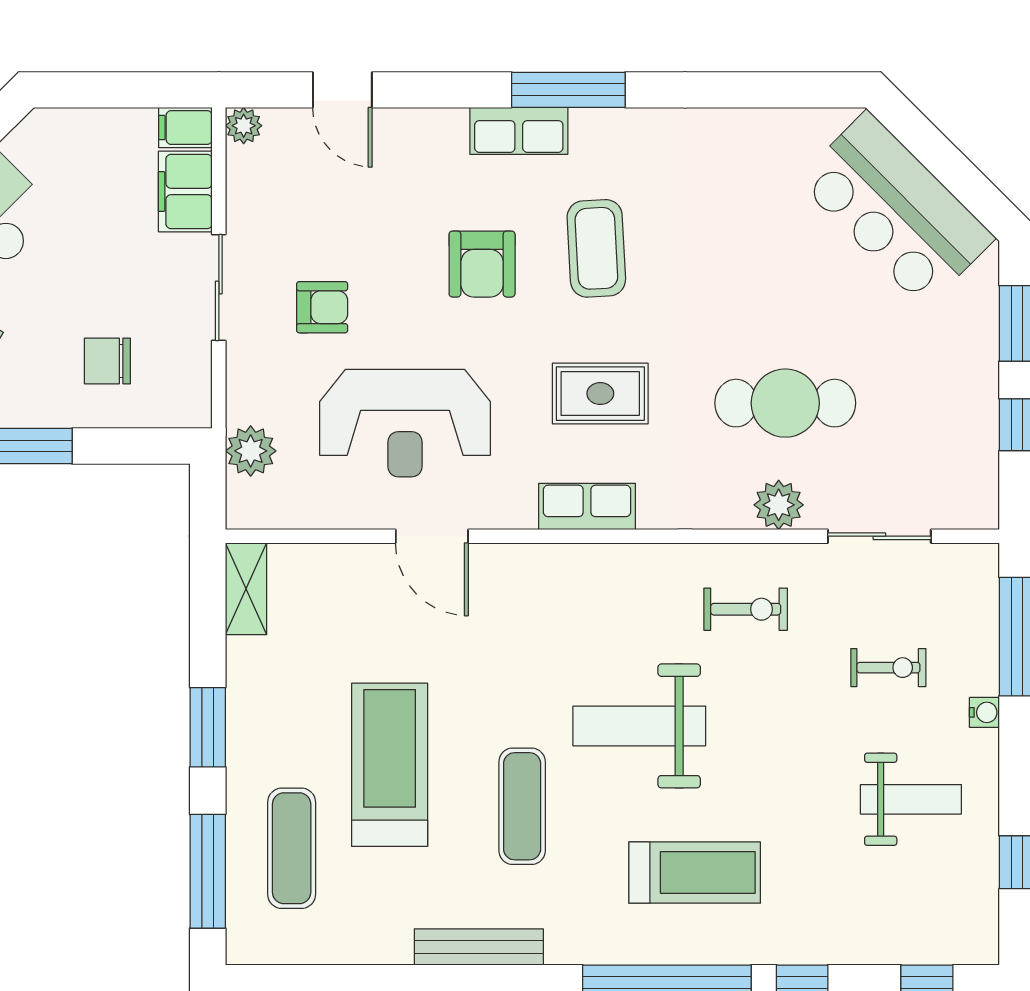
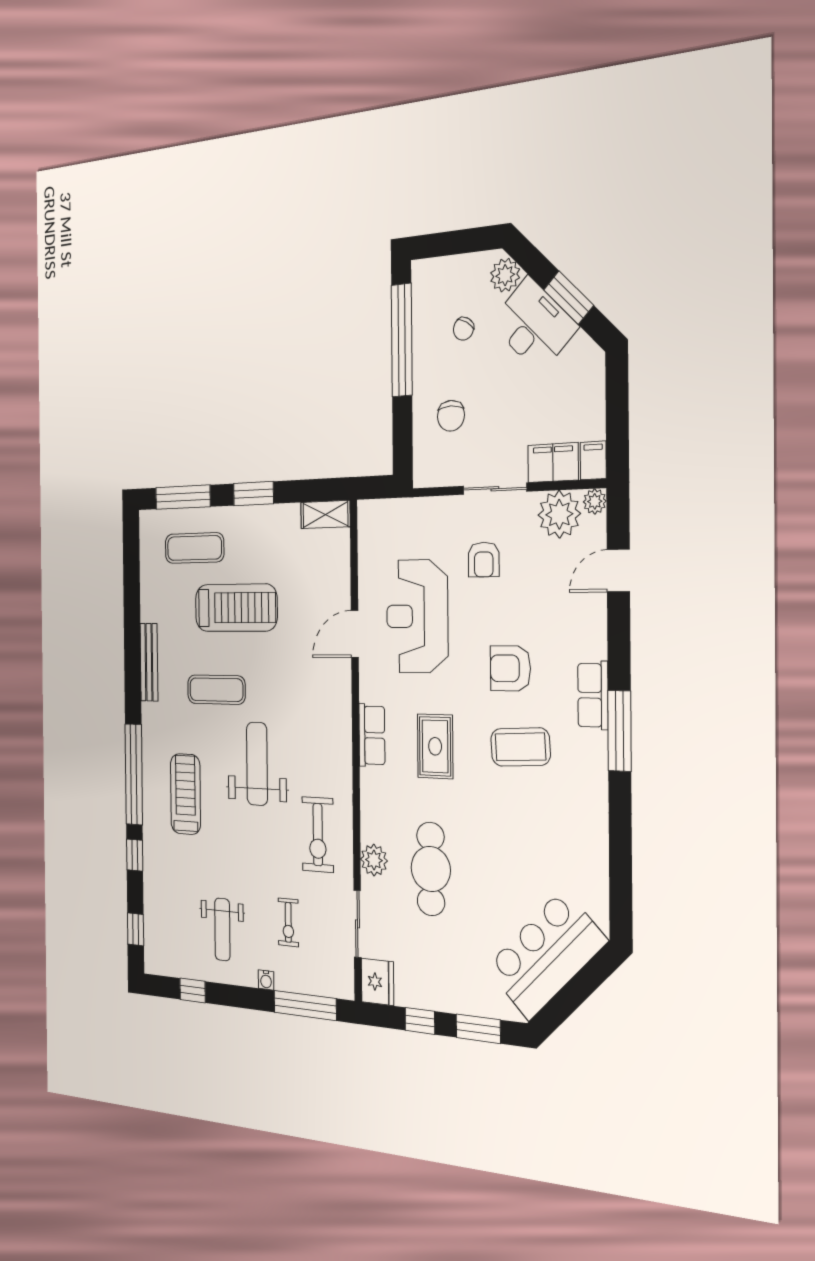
chair: (107, 361) -> (451, 416), turned 180
plant: (251, 451) -> (559, 514), moved, width x1.36, depth x1.36
fridge: (966, 501) -> (377, 982), added
exercise bike: (746, 609) -> (318, 835), width x1.38, depth x1.39
treadmill: (695, 873) -> (185, 794), turned 180

